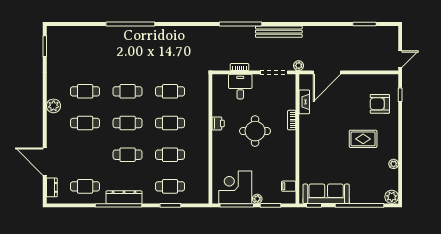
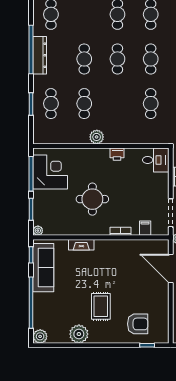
desk: (240, 87) -> (156, 160), moved
fireplace: (304, 102) -> (81, 245), moved
armchair: (380, 104) -> (138, 324), turned 90
cafe table: (170, 123) -> (117, 104), removed
round table: (255, 131) -> (92, 199), moved
plant: (202, 143) -> (97, 137), added
plant: (394, 164) -> (79, 334), width x1.87, depth x1.87
filing cabinet: (289, 186) -> (145, 228), moved
plant: (257, 199) -> (38, 231), moved

